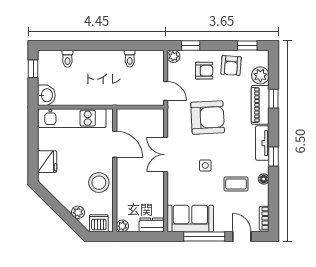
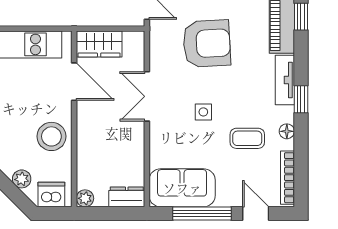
wardrobe: (132, 118) -> (99, 44), added
bookcase: (264, 218) -> (287, 178), width x1.56

